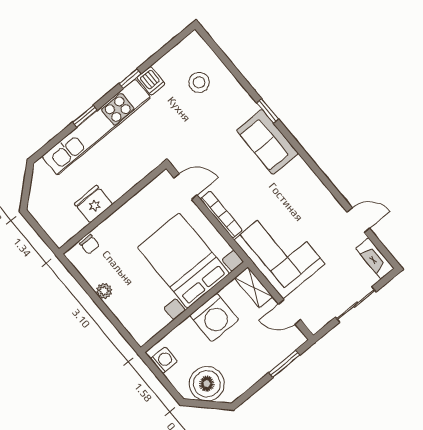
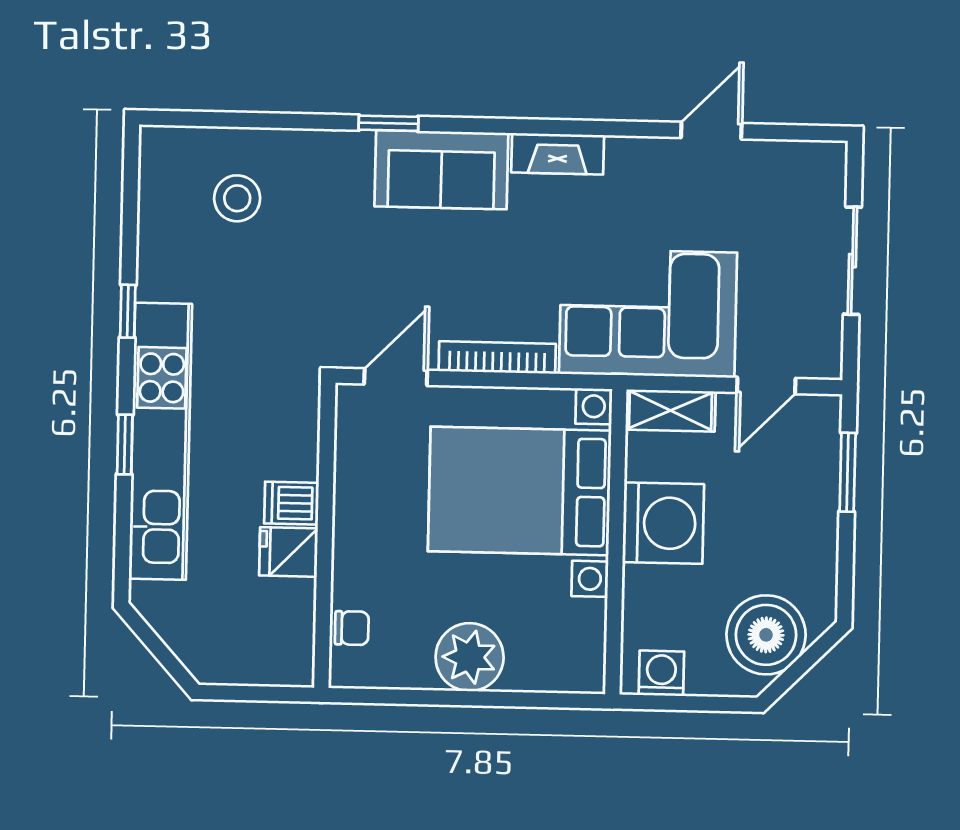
dishwasher: (151, 81) -> (291, 503), moved, turned 180
fridge: (93, 204) -> (288, 552), width x0.72
fireplace: (375, 258) -> (558, 154), moved
plant: (104, 291) -> (470, 657), width x1.88, depth x1.88

